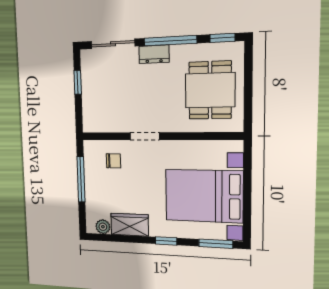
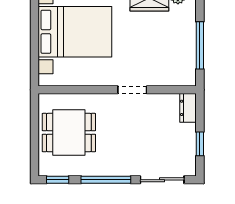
dresser: (154, 54) -> (188, 108), moved, turned -90
dining table: (210, 90) -> (69, 133), turned 90
chair: (113, 161) -> (165, 65), removed

